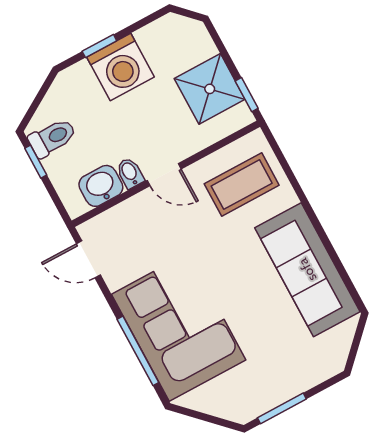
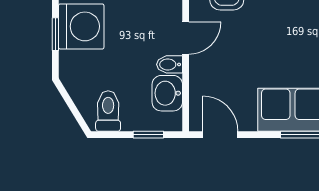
window: (36, 162) -> (148, 135), moved
door: (88, 259) -> (220, 135), swing flipped

